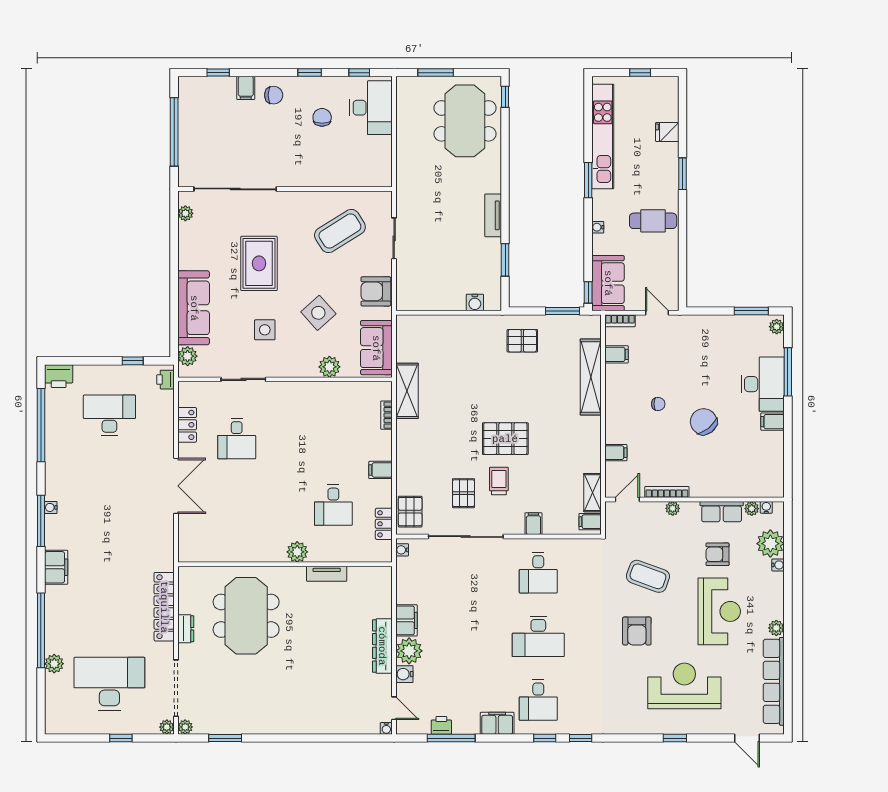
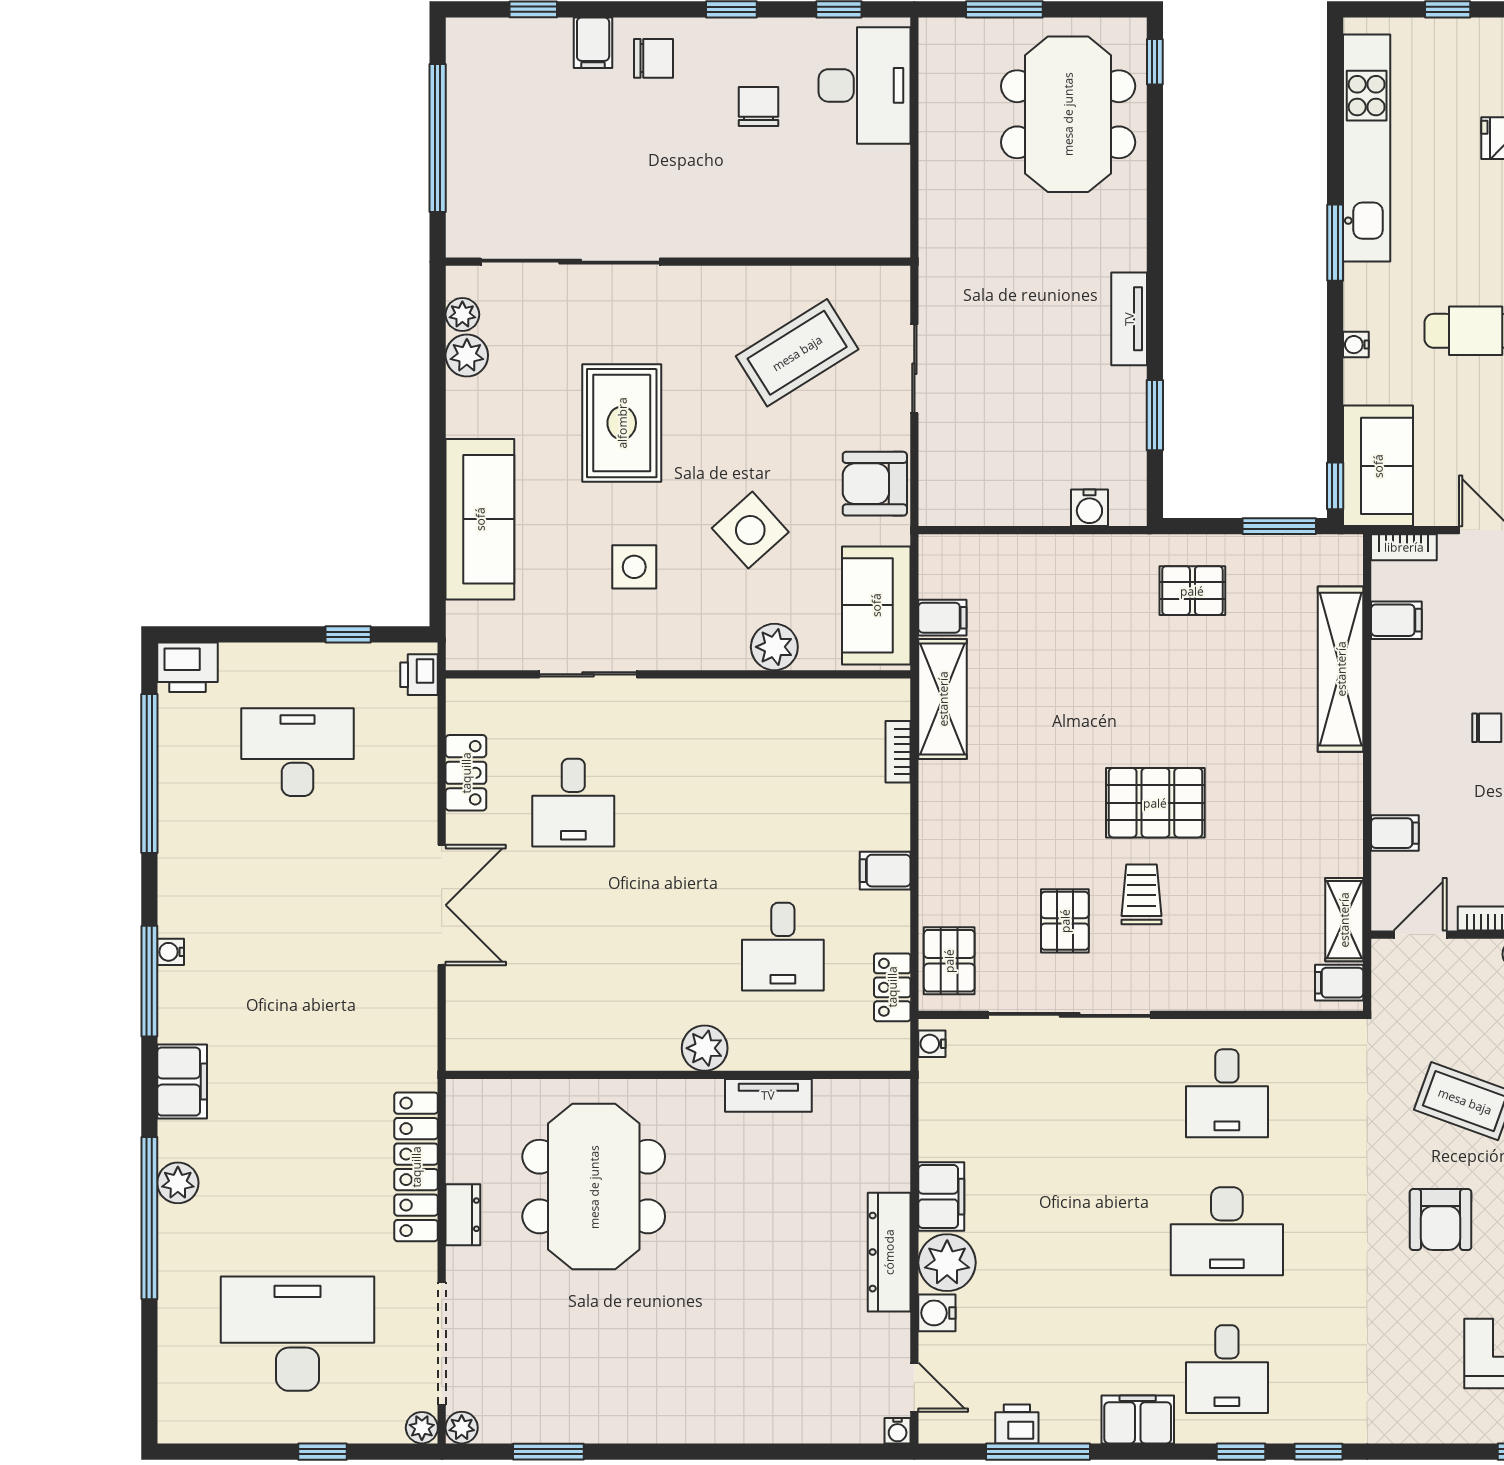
plant: (188, 356) -> (467, 355), moved
filing cabinet: (533, 524) -> (942, 618), moved, turned 90
plant: (54, 664) -> (178, 1183), moved

